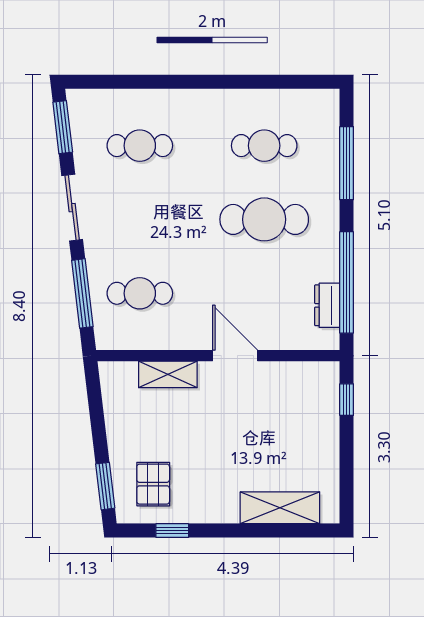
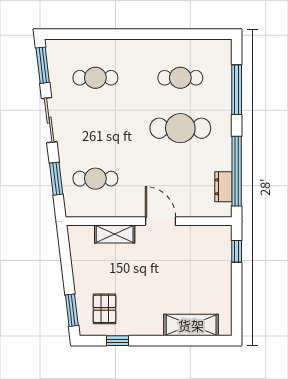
window: (82, 293) -> (56, 179), width x0.69

